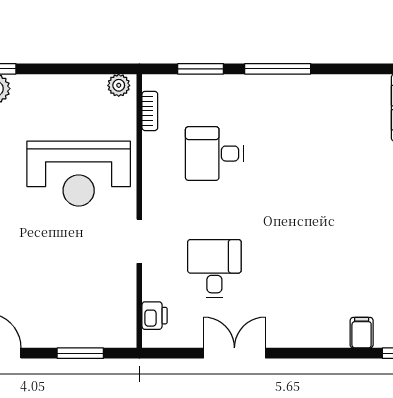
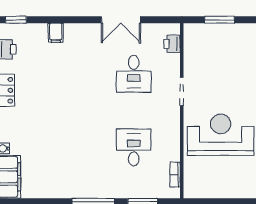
plant: (119, 85) -> (195, 191), removed
desk: (214, 154) -> (134, 147), turned -90
filing cabinet: (362, 333) -> (56, 33), moved

